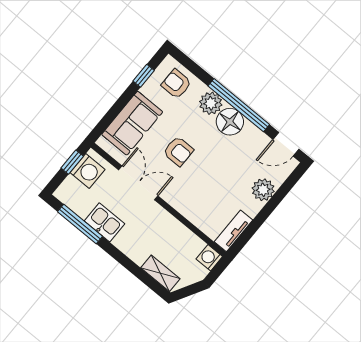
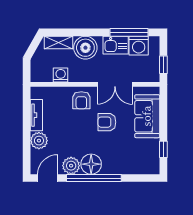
armchair: (176, 84) -> (81, 100), moved, turned 90
plant: (211, 103) -> (71, 166), moved
washing machine: (87, 171) -> (139, 46), moved, turned -90
tv unit: (233, 231) -> (36, 115), moved
boiler: (137, 245) -> (85, 48), added
washing machine: (209, 258) -> (61, 75), moved, turned -90

